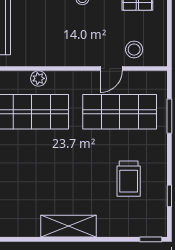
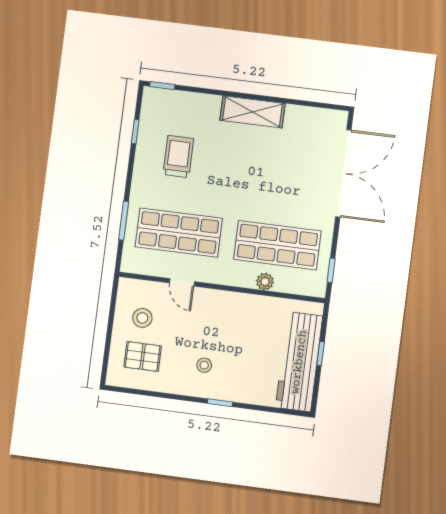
stool: (134, 50) -> (142, 318), moved
door: (111, 68) -> (182, 282), swing flipped

